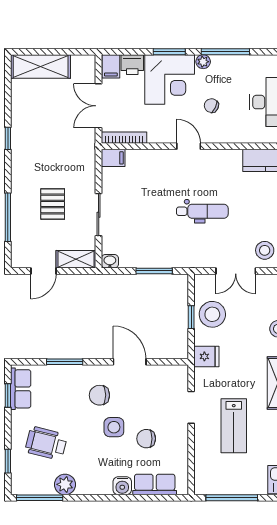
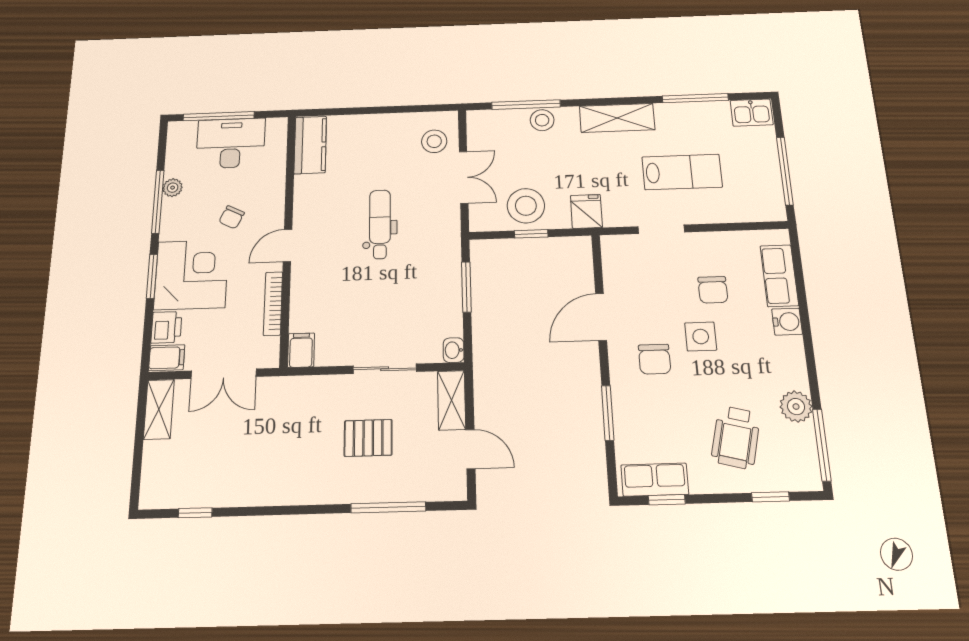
plant: (203, 62) -> (173, 188), moved
shelving: (41, 67) -> (159, 409), moved, width x0.67, depth x0.75
window: (8, 138) -> (195, 513), moved
bookcase: (124, 138) -> (273, 304), moved

